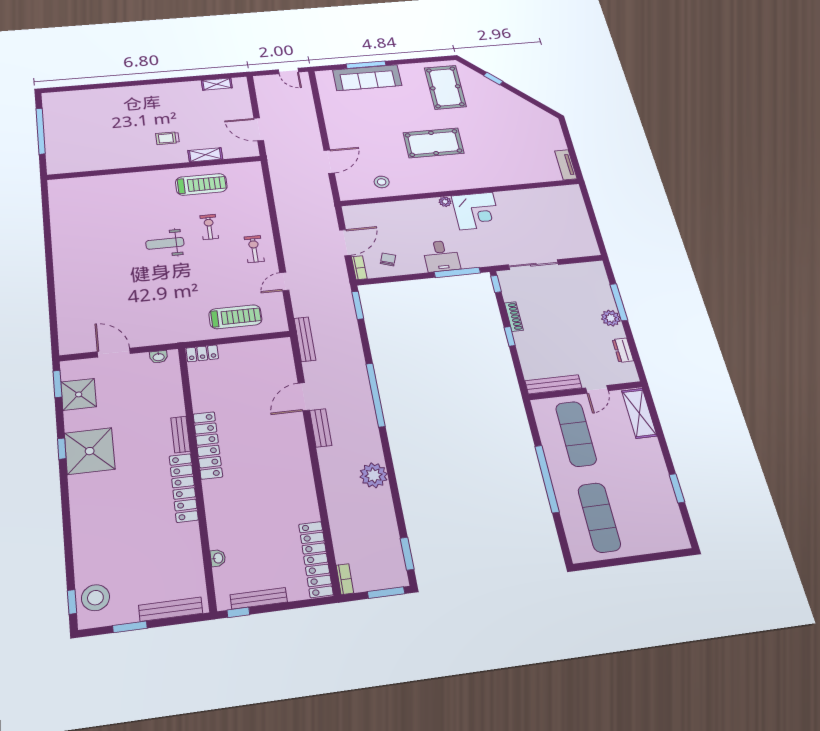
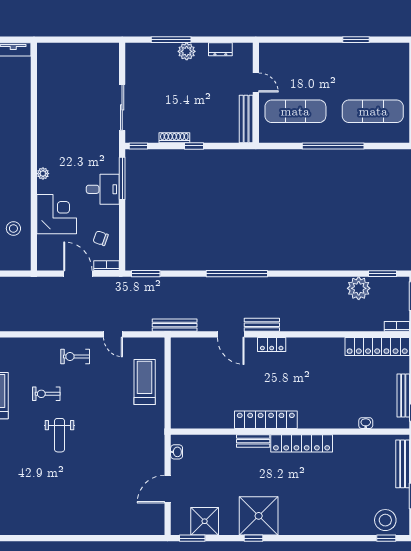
corner desk: (476, 211) -> (57, 214), moved
locker: (202, 353) -> (272, 345), moved, turned 90
shelving: (639, 413) -> (283, 52), removed
plant: (374, 475) -> (359, 288), moved

